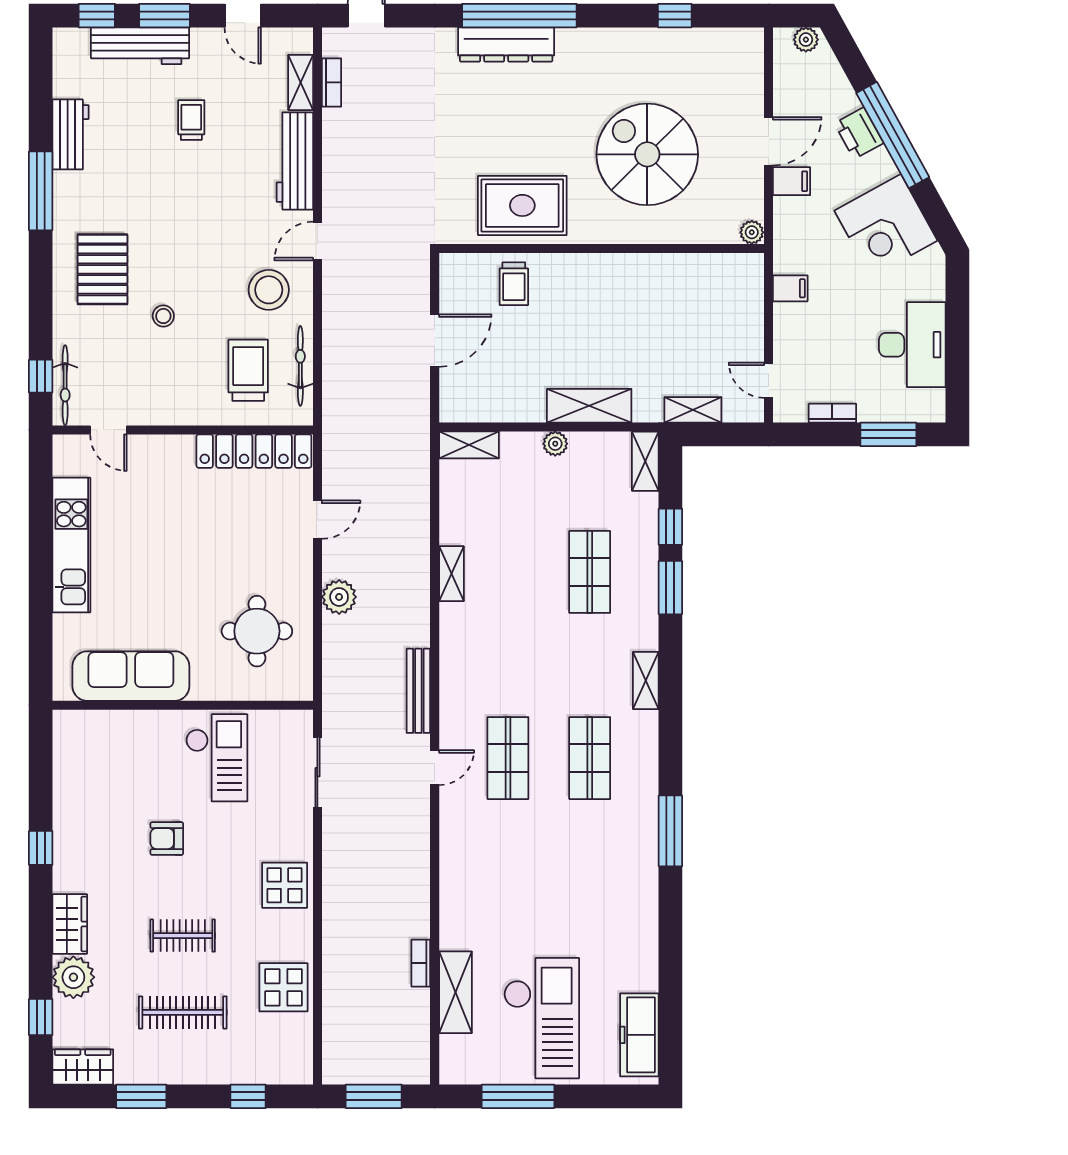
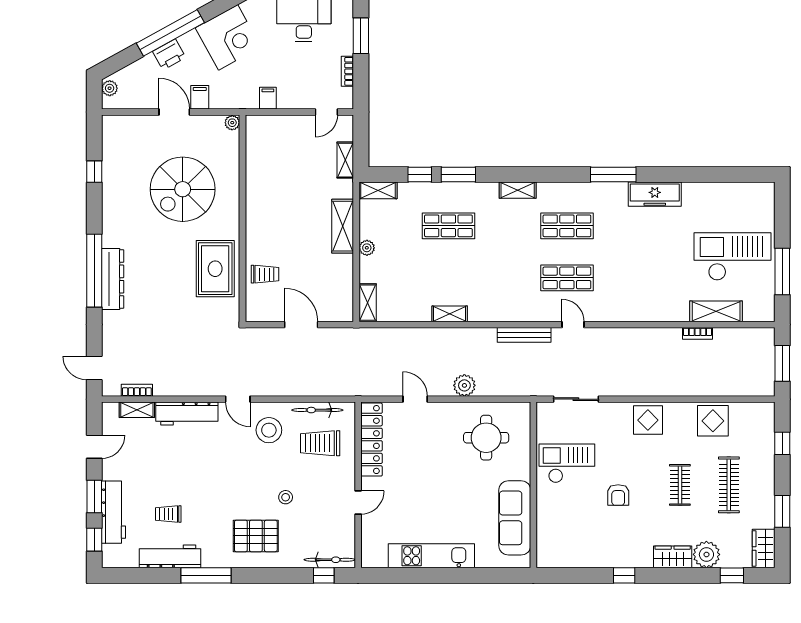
trolley: (191, 120) -> (168, 514), moved
workbench: (70, 134) -> (170, 556), width x1.38
door: (108, 430) -> (358, 502), moved
freezer: (639, 1035) -> (655, 194), moved

